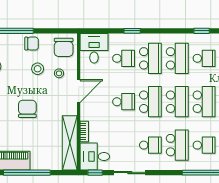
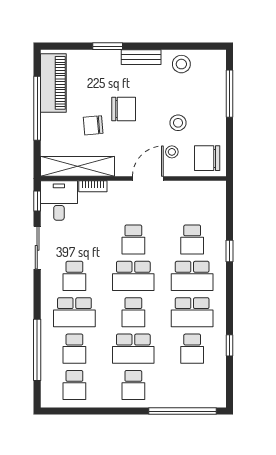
chair: (32, 44) -> (93, 125), moved, turned 85
desk: (94, 48) -> (206, 199), removed
door: (79, 91) -> (148, 179), swing flipped
school desk: (177, 102) -> (133, 312), width x0.54

